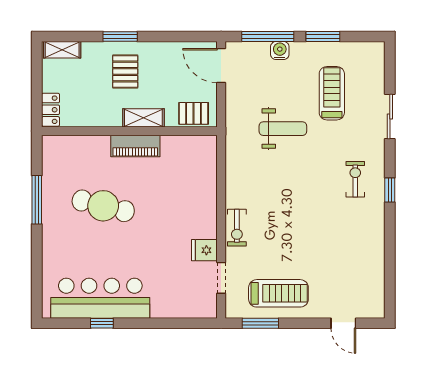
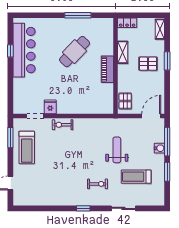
treadmill: (332, 93) -> (136, 177), turned 180
shelving: (143, 118) -> (123, 52), moved
weight bench: (283, 129) -> (117, 150), turned 180
exercise bike: (355, 179) -> (97, 184), moved
cafe table: (103, 206) -> (75, 52), turned 30

